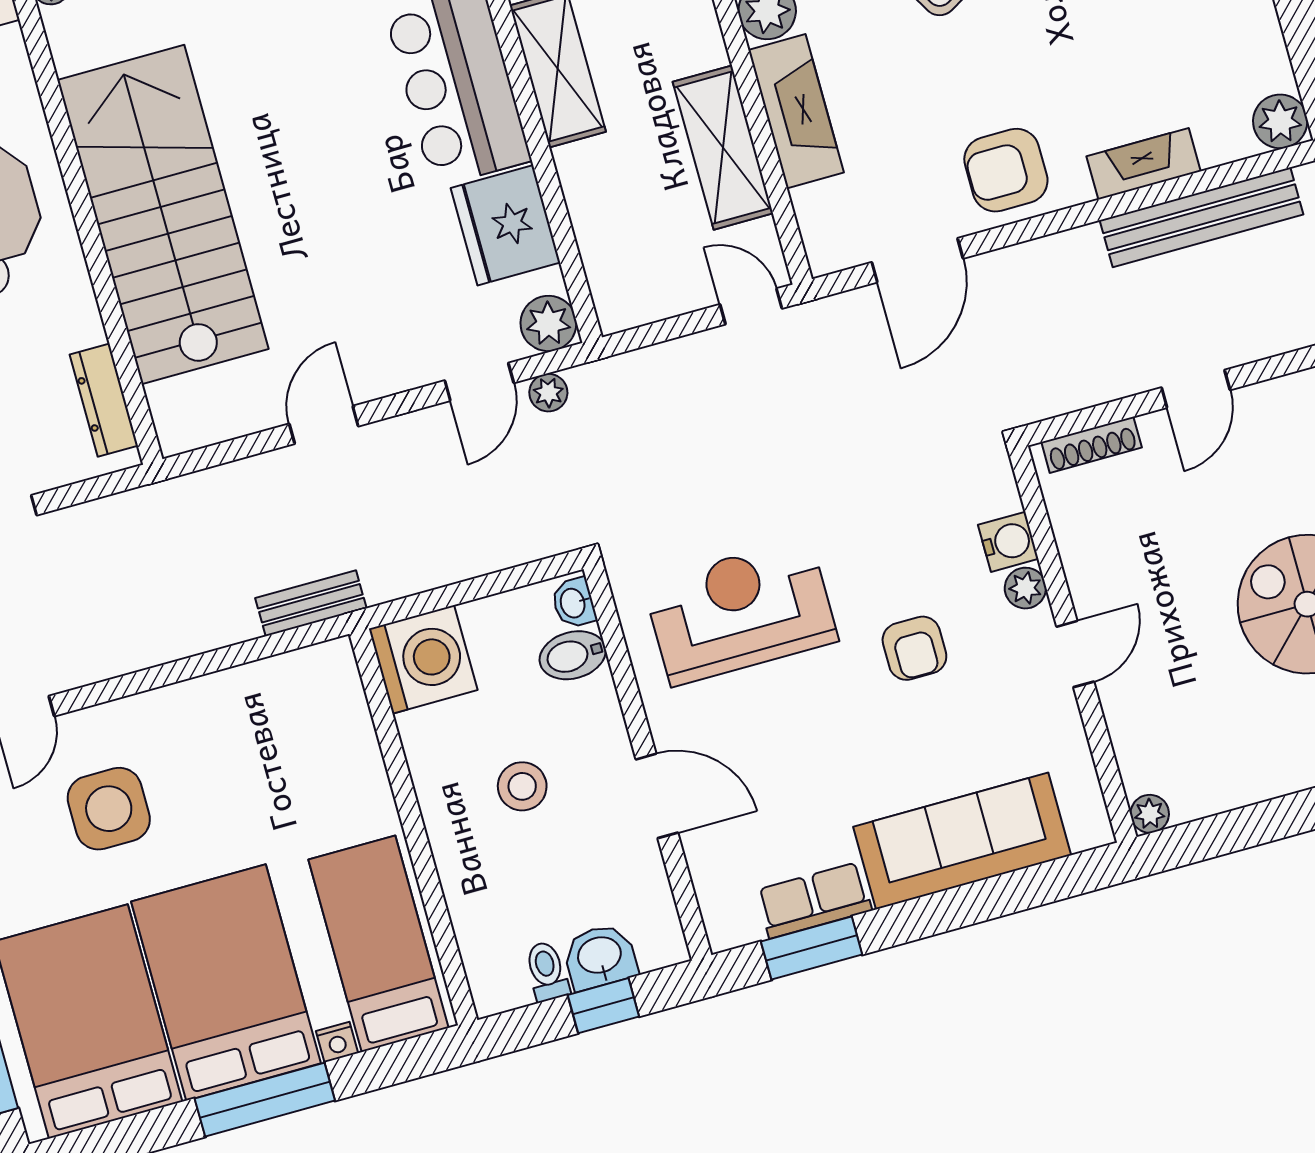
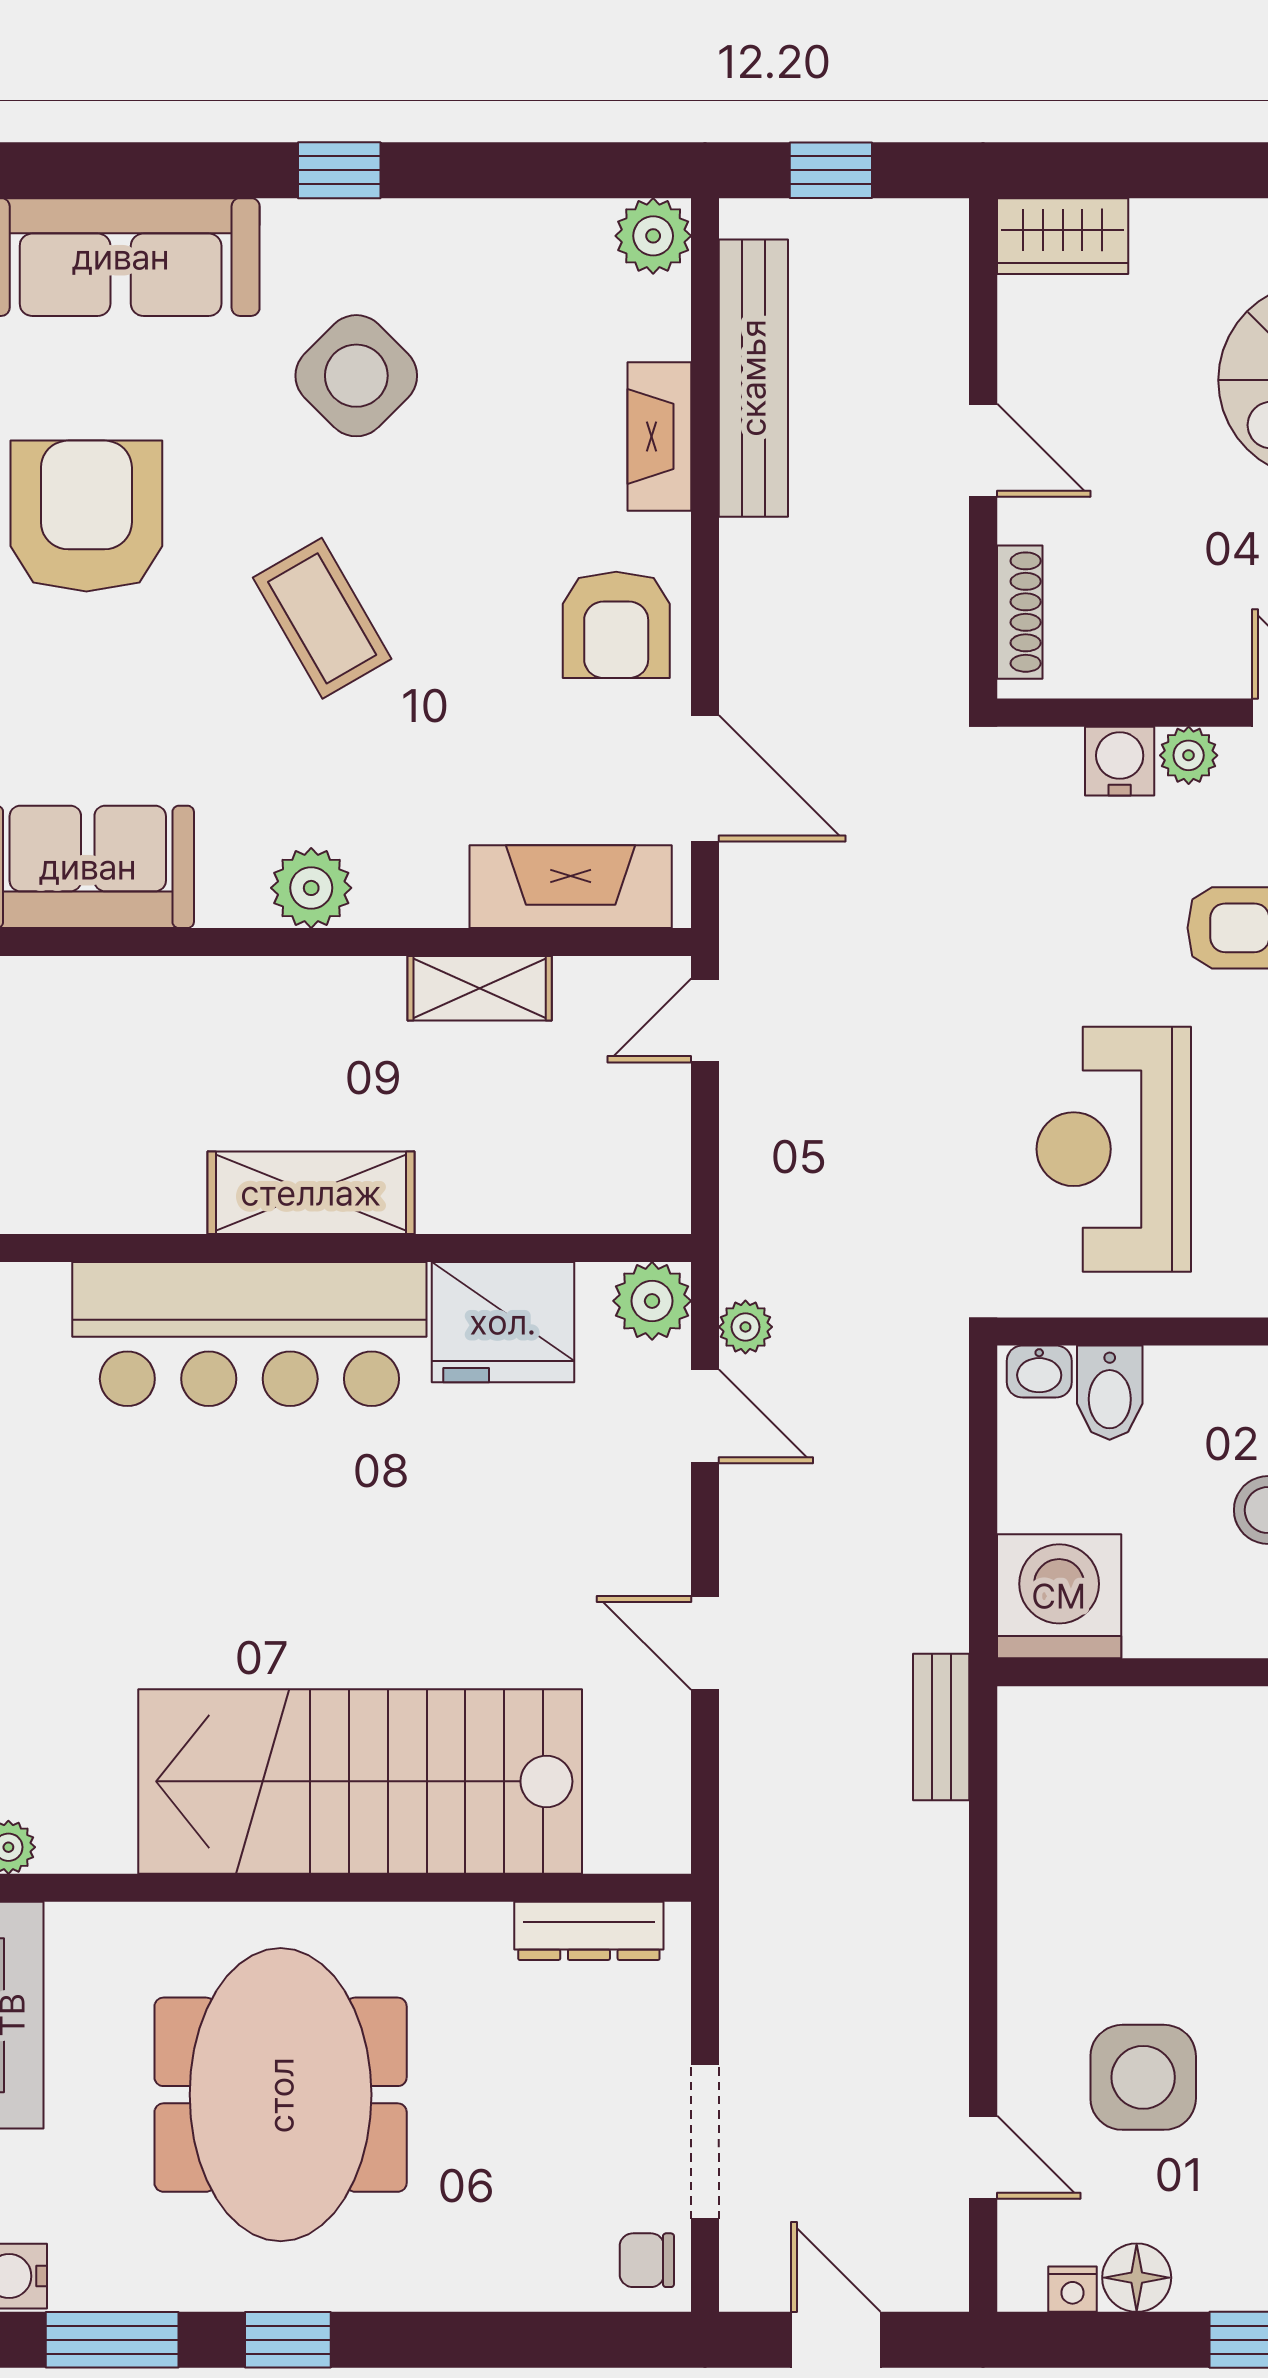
fireplace: (796, 111) -> (571, 887), moved
shelving: (723, 148) -> (480, 988), width x0.67, depth x0.75

